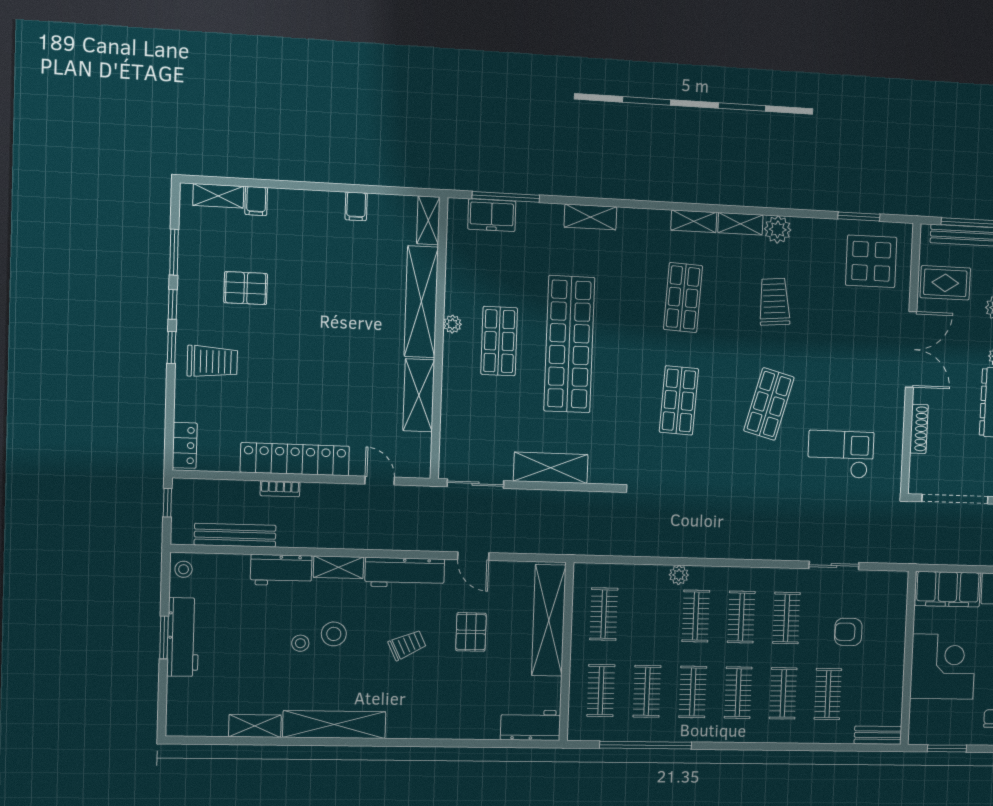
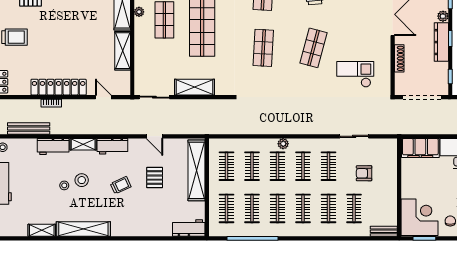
workbench: (405, 573) -> (112, 146), width x0.73
plant: (679, 575) -> (283, 144), moved
clothes rail: (650, 615) -> (252, 166), added
corner desk: (943, 667) -> (420, 217), moved

